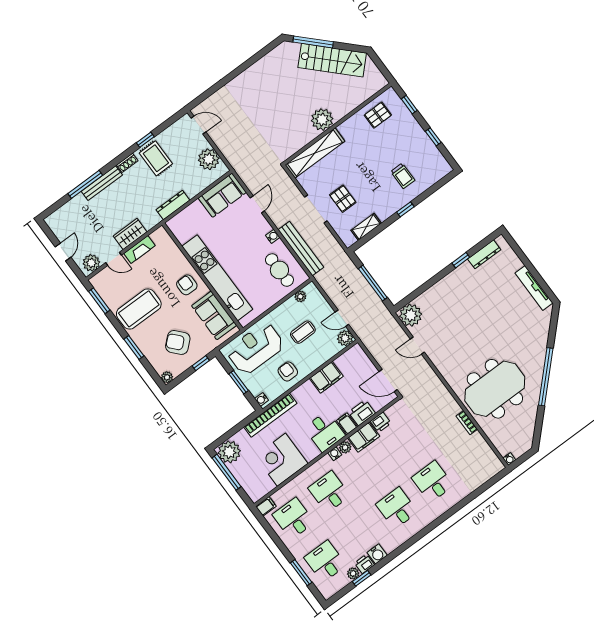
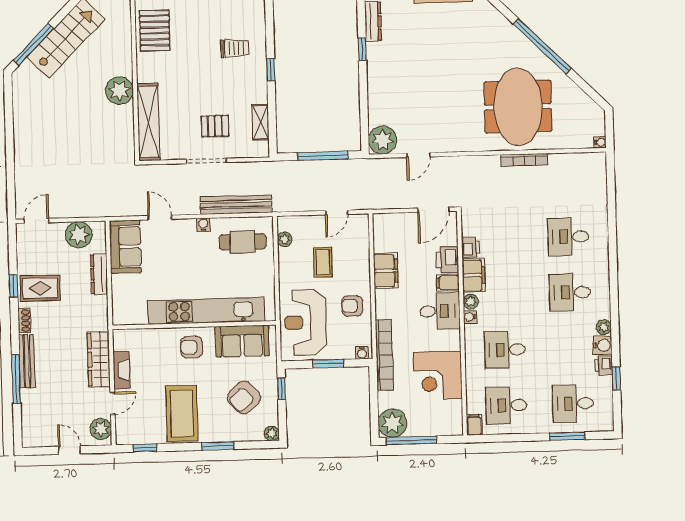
pallet: (378, 115) -> (155, 31), width x1.50, depth x1.42
dresser: (173, 205) -> (99, 274), moved
wardrobe: (130, 234) -> (99, 359), width x1.50
window: (99, 301) -> (145, 448), width x0.67
plant: (345, 338) -> (359, 224), removed
bookcase: (467, 423) -> (524, 160), width x1.56
plant: (353, 573) -> (604, 327), moved

